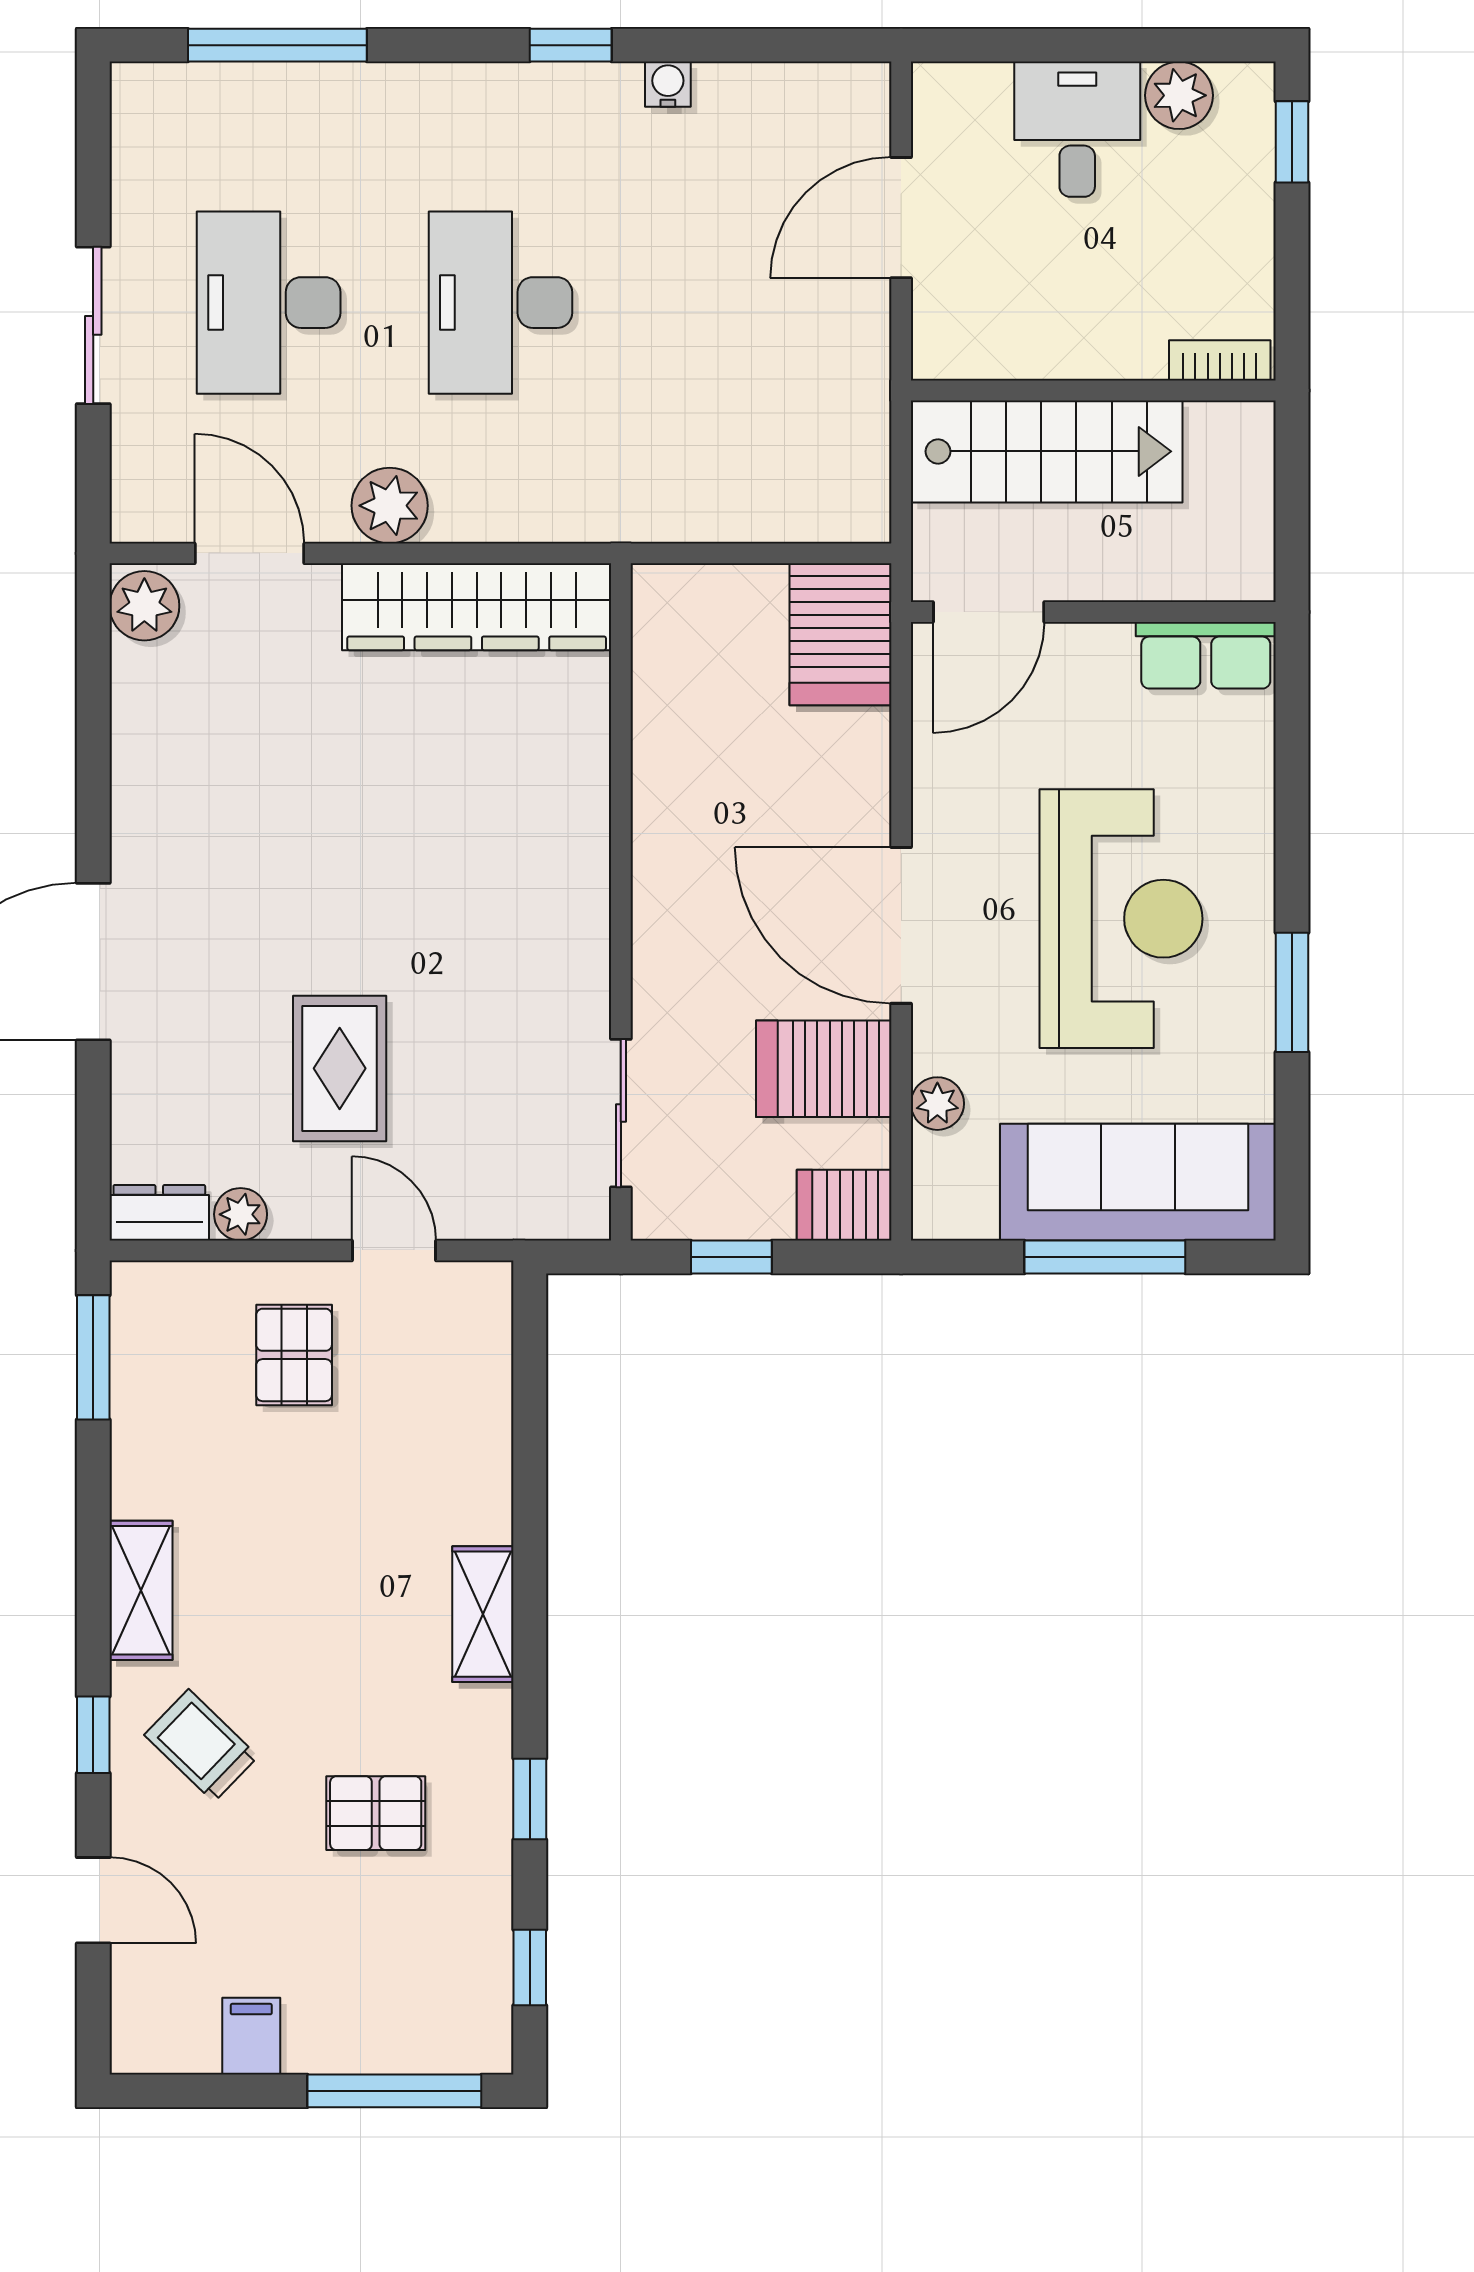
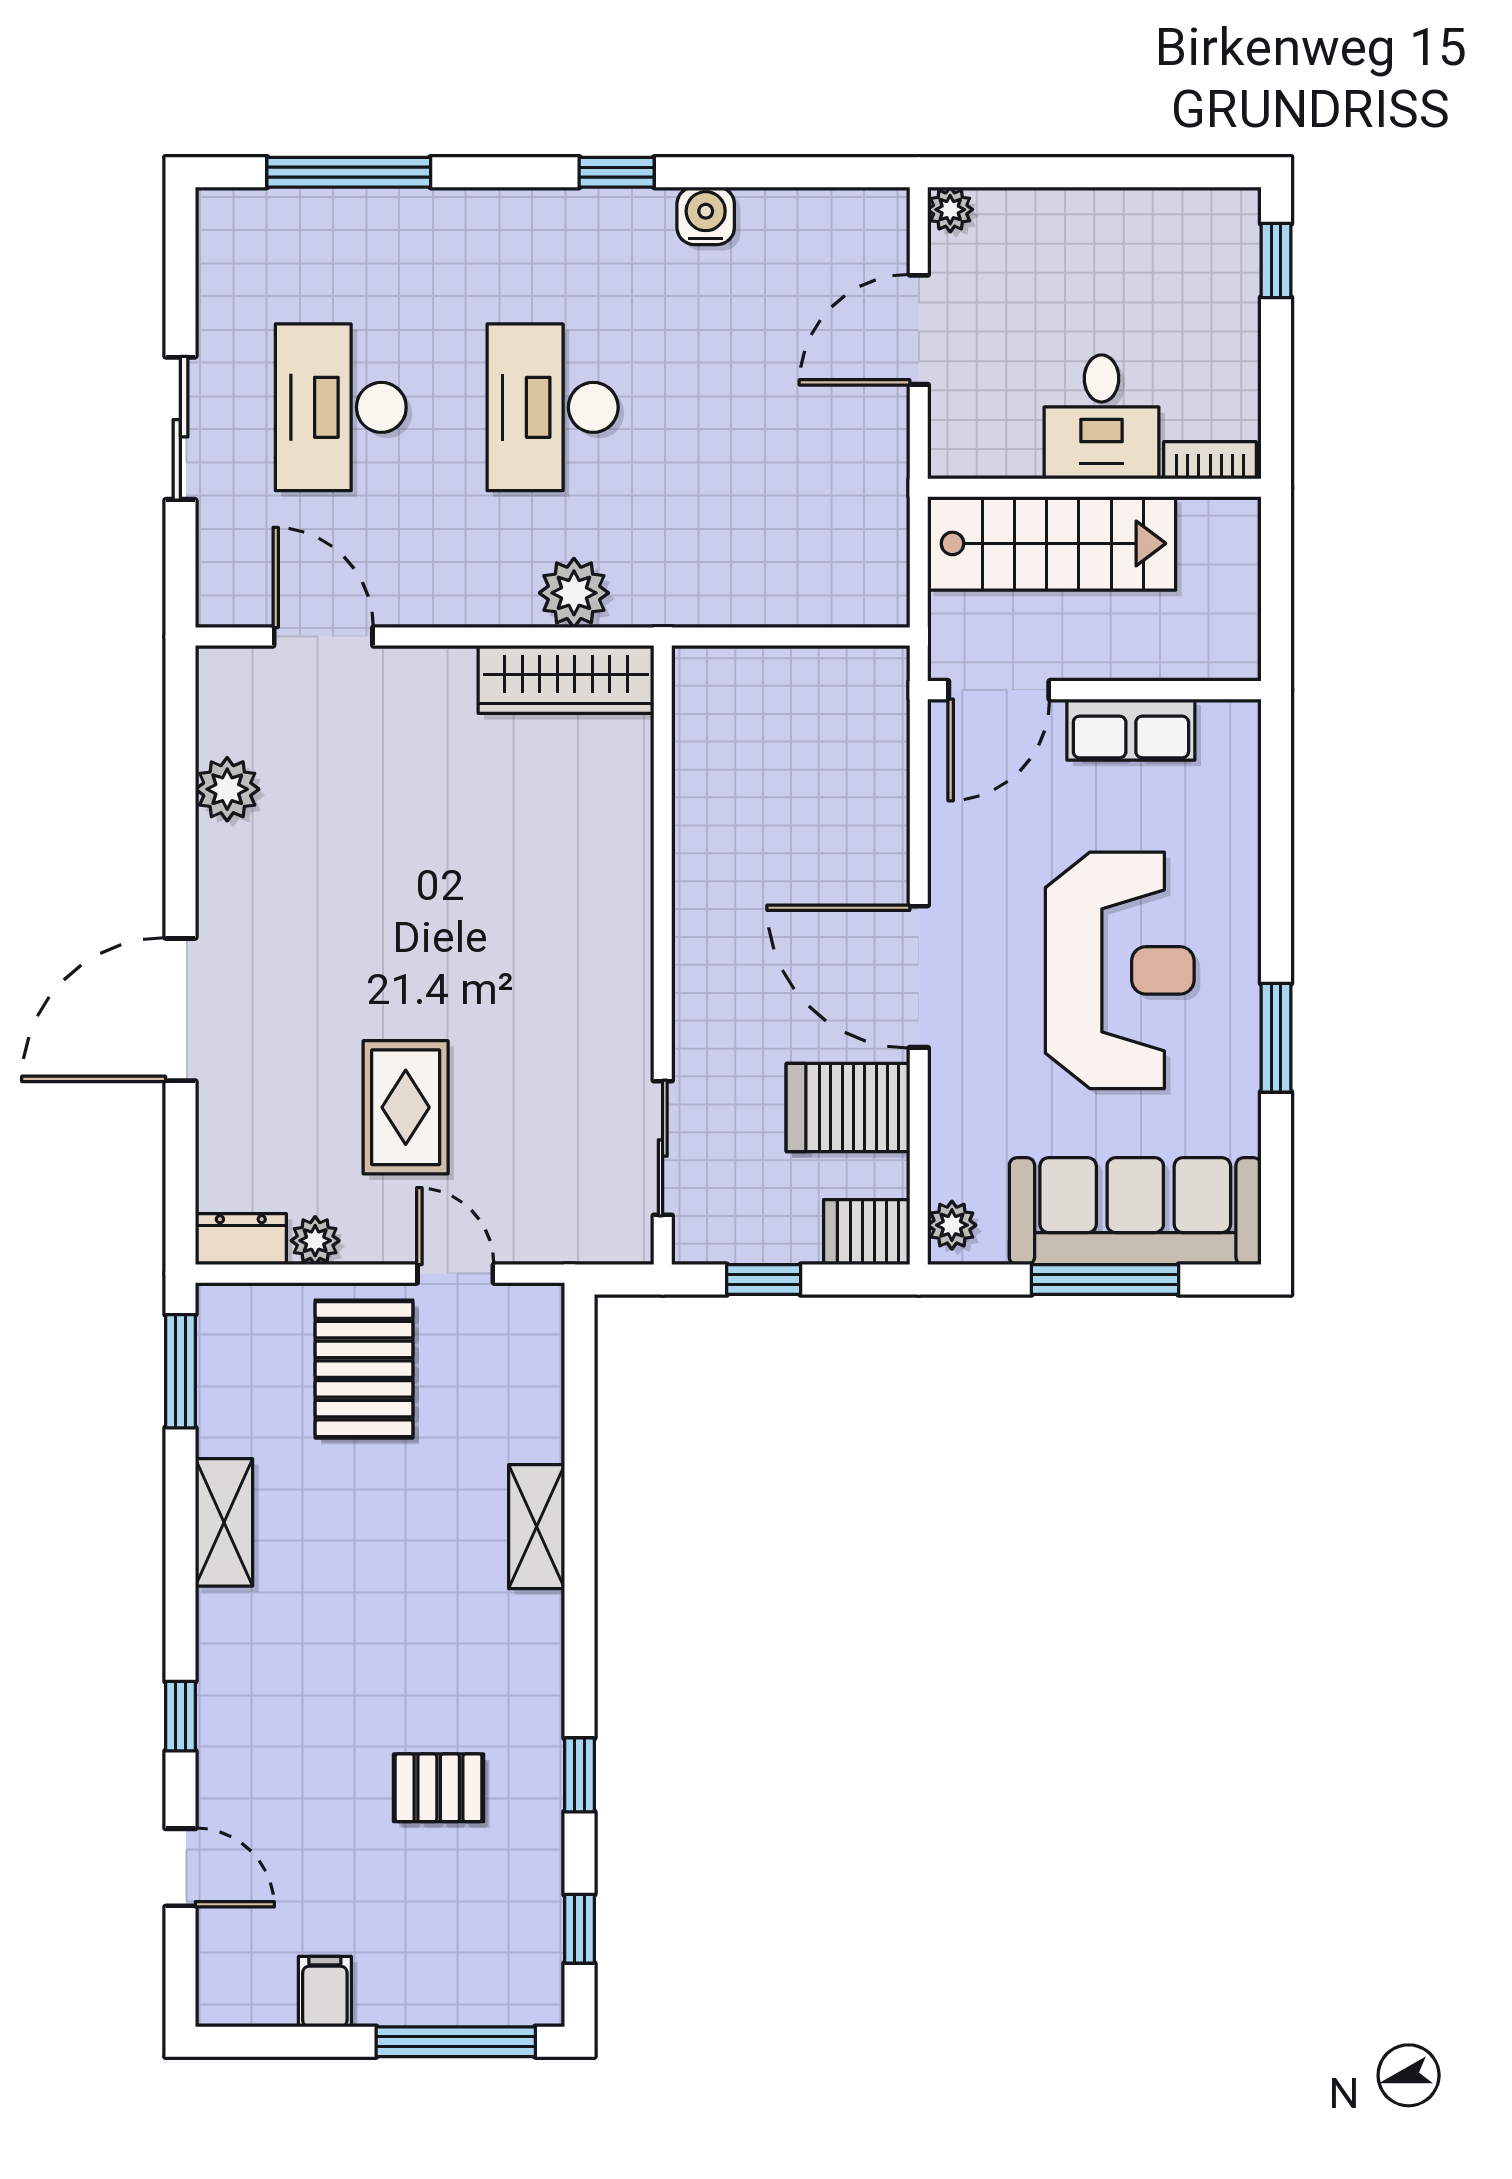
water cooler: (668, 84) -> (706, 216), width x1.38, depth x1.38
plant: (1179, 95) -> (950, 210), moved, width x0.73, depth x0.73
desk: (1077, 129) -> (1102, 417), moved, turned 180
plant: (390, 506) -> (574, 593), moved
plant: (144, 606) -> (227, 789), moved
wardrobe: (477, 607) -> (566, 679), width x0.71, depth x0.85
server rack: (841, 634) -> (863, 711), removed
row of seats: (1206, 655) -> (1131, 730), moved
plant: (937, 1104) -> (952, 1225), moved
pallet: (294, 1355) -> (364, 1369), width x1.50, depth x1.42
shelving: (141, 1590) -> (224, 1522), moved
shelving: (483, 1614) -> (537, 1527), moved
trolley: (201, 1746) -> (279, 1726), removed

